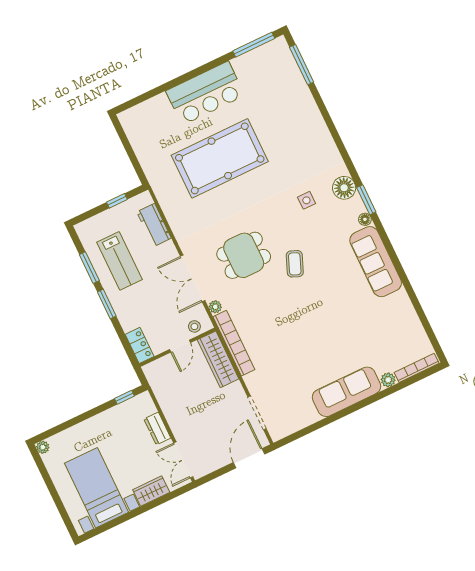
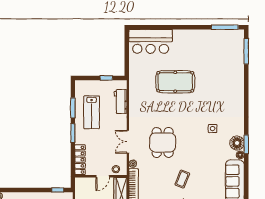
bar counter: (205, 93) -> (151, 41), moved
pool table: (220, 158) -> (175, 82), width x0.73, depth x0.76
floor lamp: (344, 188) -> (237, 143), moved
dining table: (244, 255) -> (163, 142), turned 90
coffee table: (295, 264) -> (182, 179), moved
double door: (193, 278) -> (128, 142), width x0.73
locker: (140, 345) -> (80, 160), width x1.53

